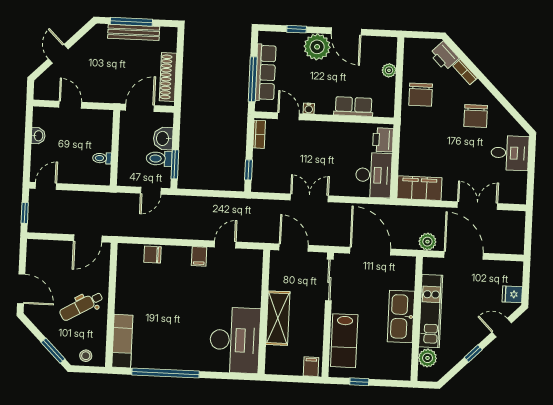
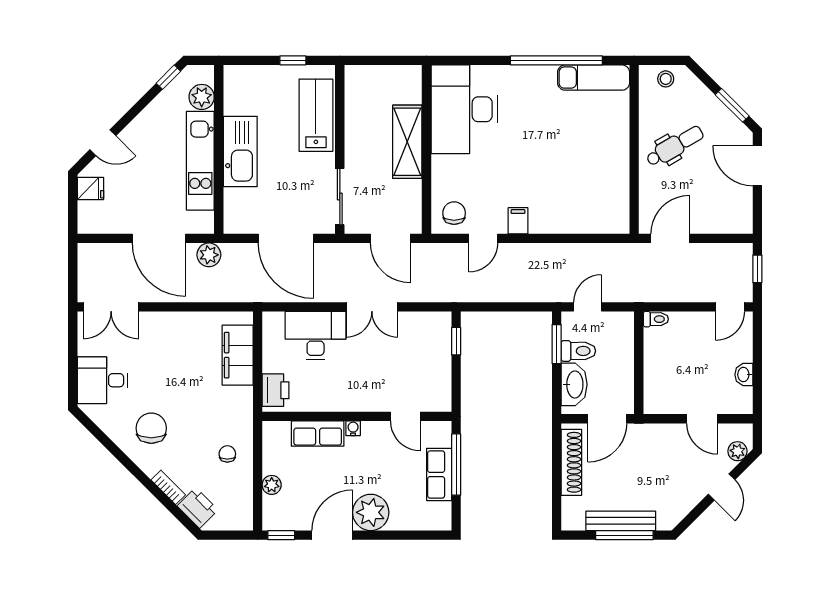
window: (297, 29) -> (281, 535), moved
door: (346, 31) -> (332, 535), hinge flipped
row of seats: (266, 72) -> (439, 474), width x0.68
plant: (45, 80) -> (737, 451), added
chair: (421, 95) -> (227, 454), width x0.54, depth x0.54
water cooler: (309, 108) -> (353, 428), moved
bookcase: (259, 134) -> (444, 390), removed
washbasin: (163, 138) -> (574, 384), width x1.38
toilet: (102, 158) -> (656, 319), moved
desk: (374, 175) -> (316, 335), moved, turned 90
filing cabinet: (419, 188) -> (238, 355), moved, turned 90
double door: (477, 206) -> (111, 307), moved
chair: (152, 255) -> (454, 213), moved, turned -90
exam couch: (122, 341) -> (594, 78), moved, turned -90
window: (53, 351) -> (732, 105), moved
window: (473, 354) -> (168, 77), moved
filing cabinet: (311, 367) -> (359, 78), removed

